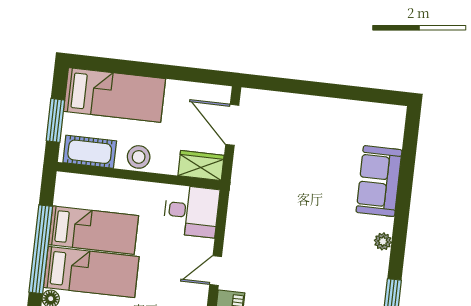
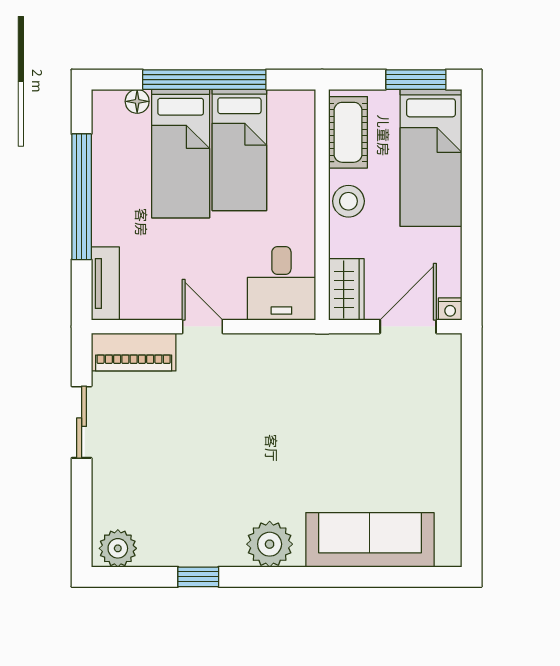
nightstand: (223, 94) -> (450, 309), added
window: (55, 120) -> (416, 80), moved
sofa: (379, 181) -> (370, 540), width x1.36
plant: (383, 241) -> (270, 544), width x1.88, depth x1.88

